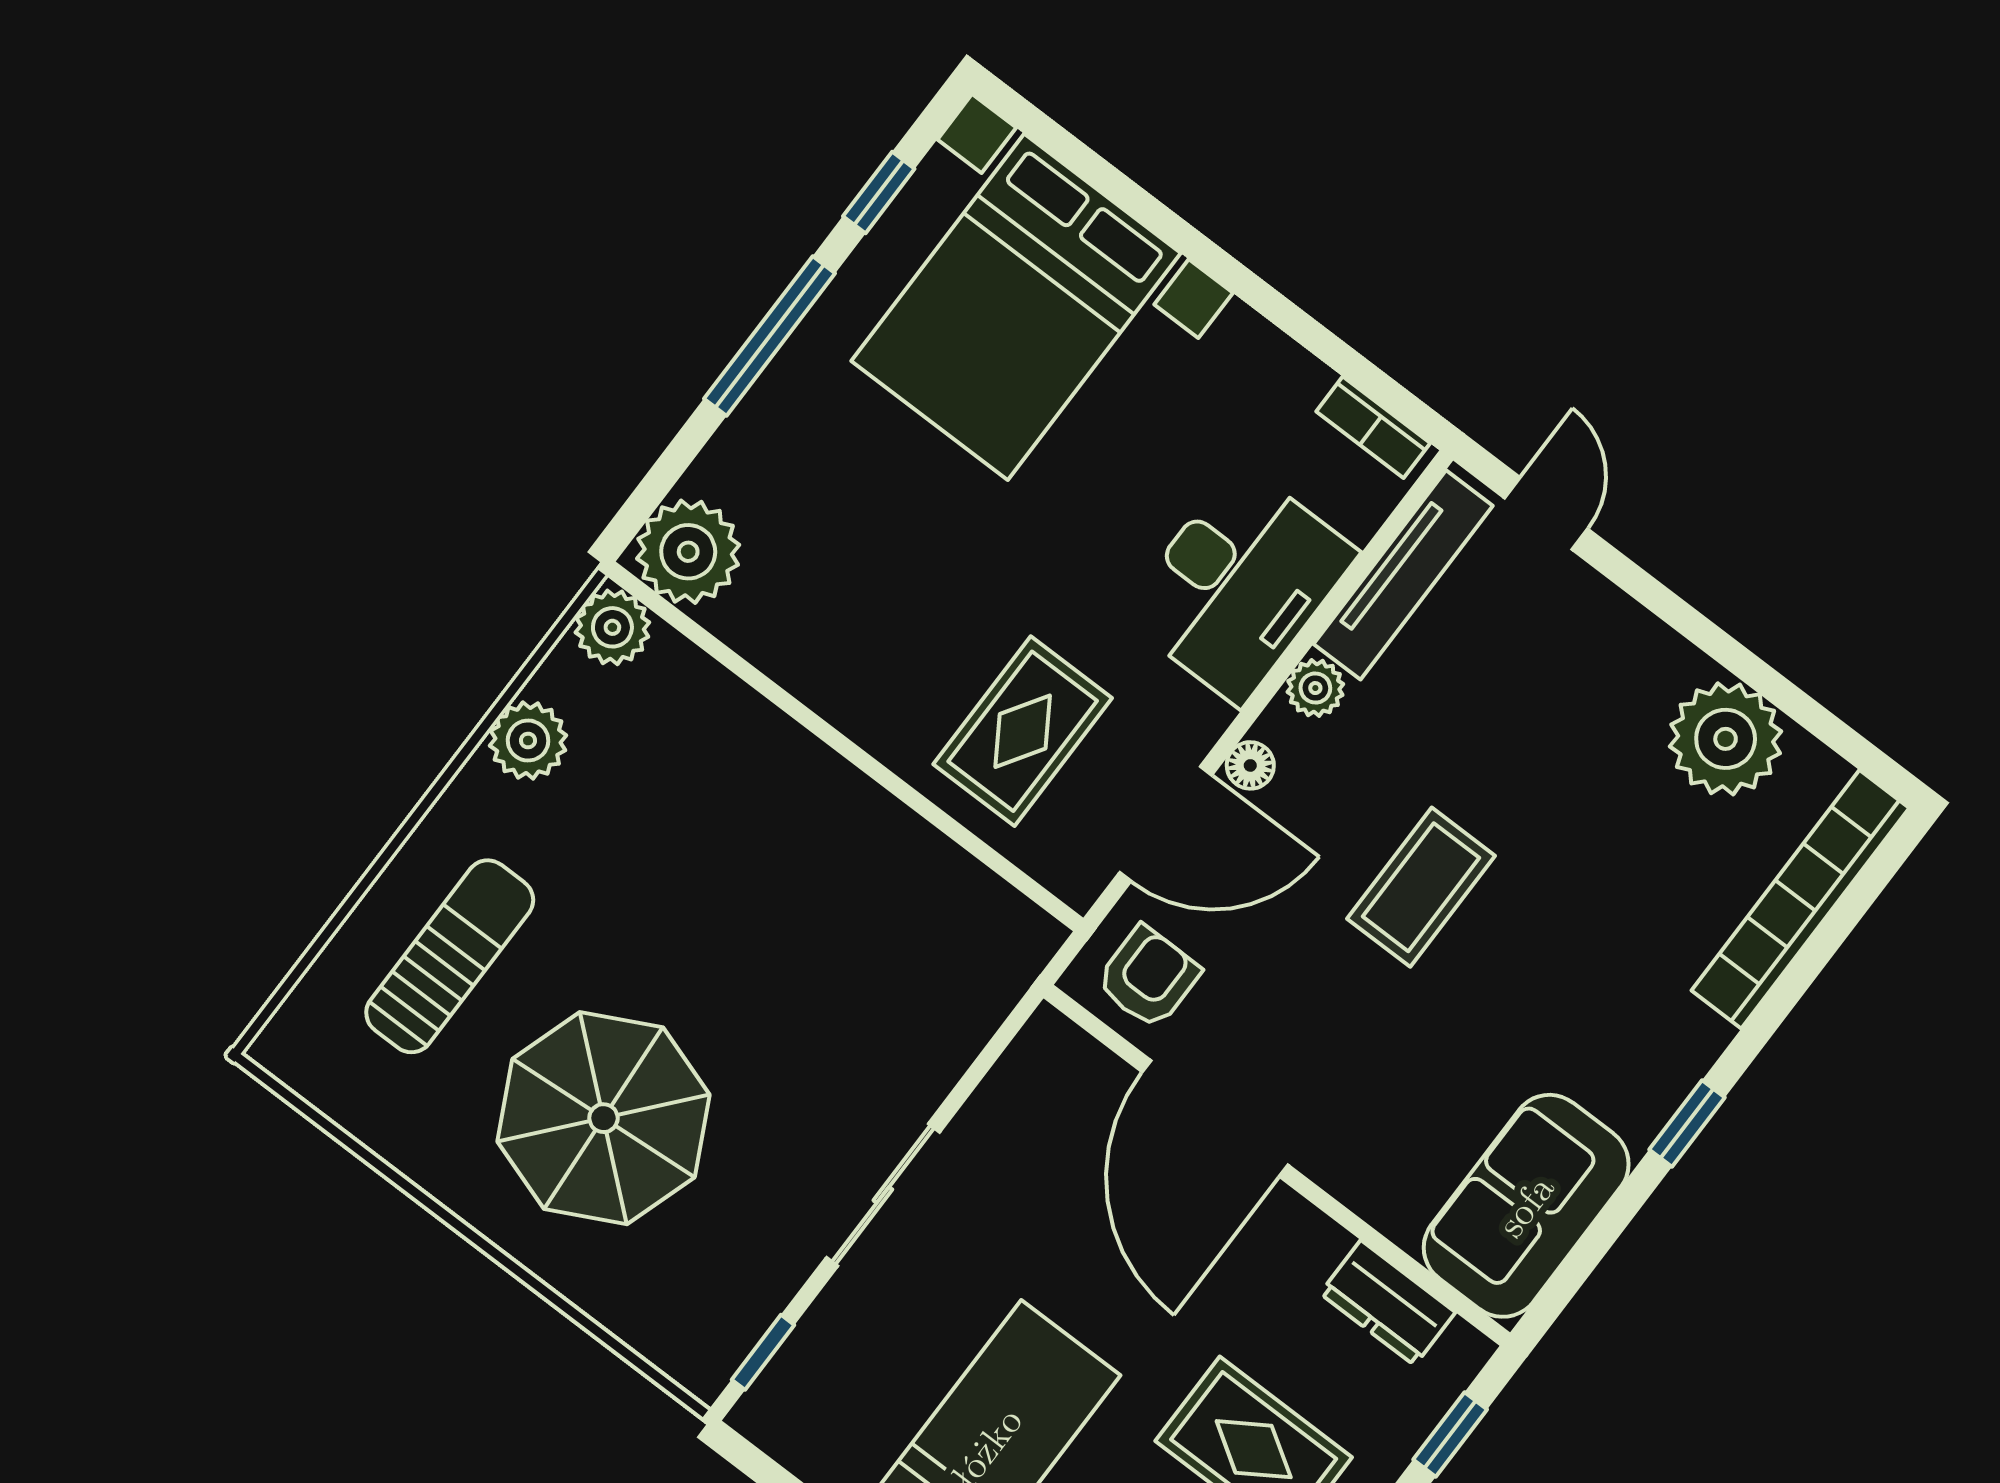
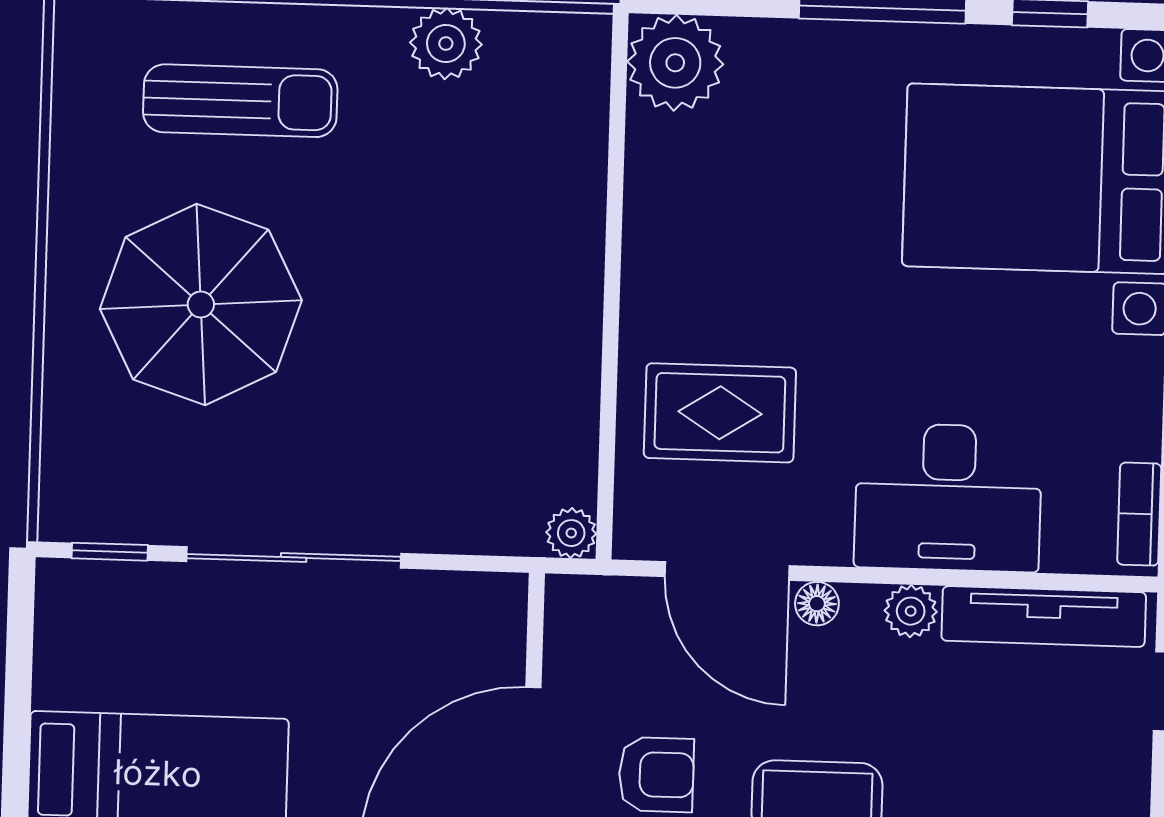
plant: (612, 627) -> (571, 533), moved, width x0.73, depth x0.73
armchair: (1148, 977) -> (656, 775), moved
sliding door: (883, 1195) -> (294, 557), width x1.37

